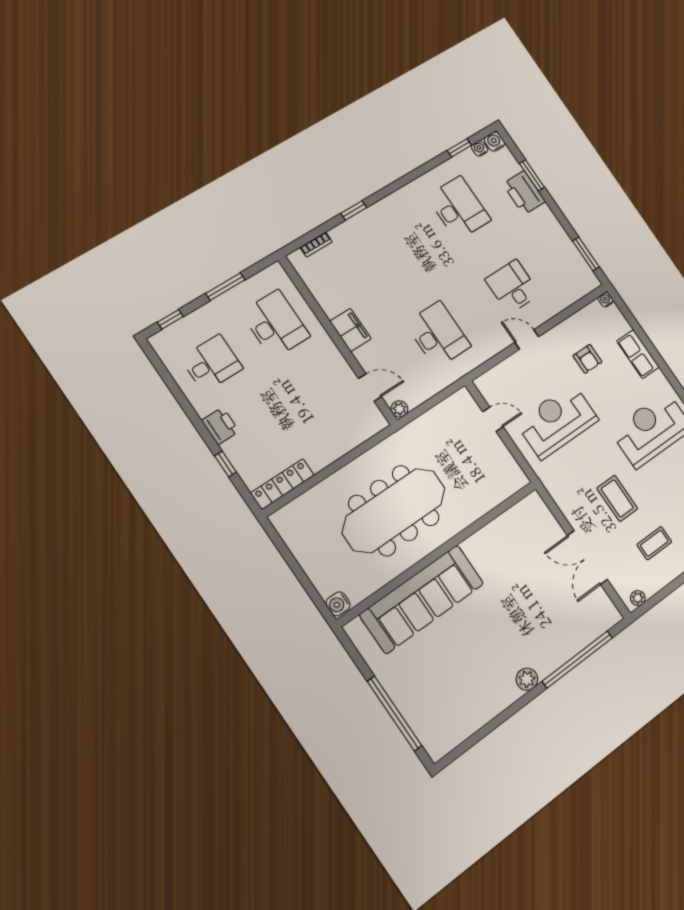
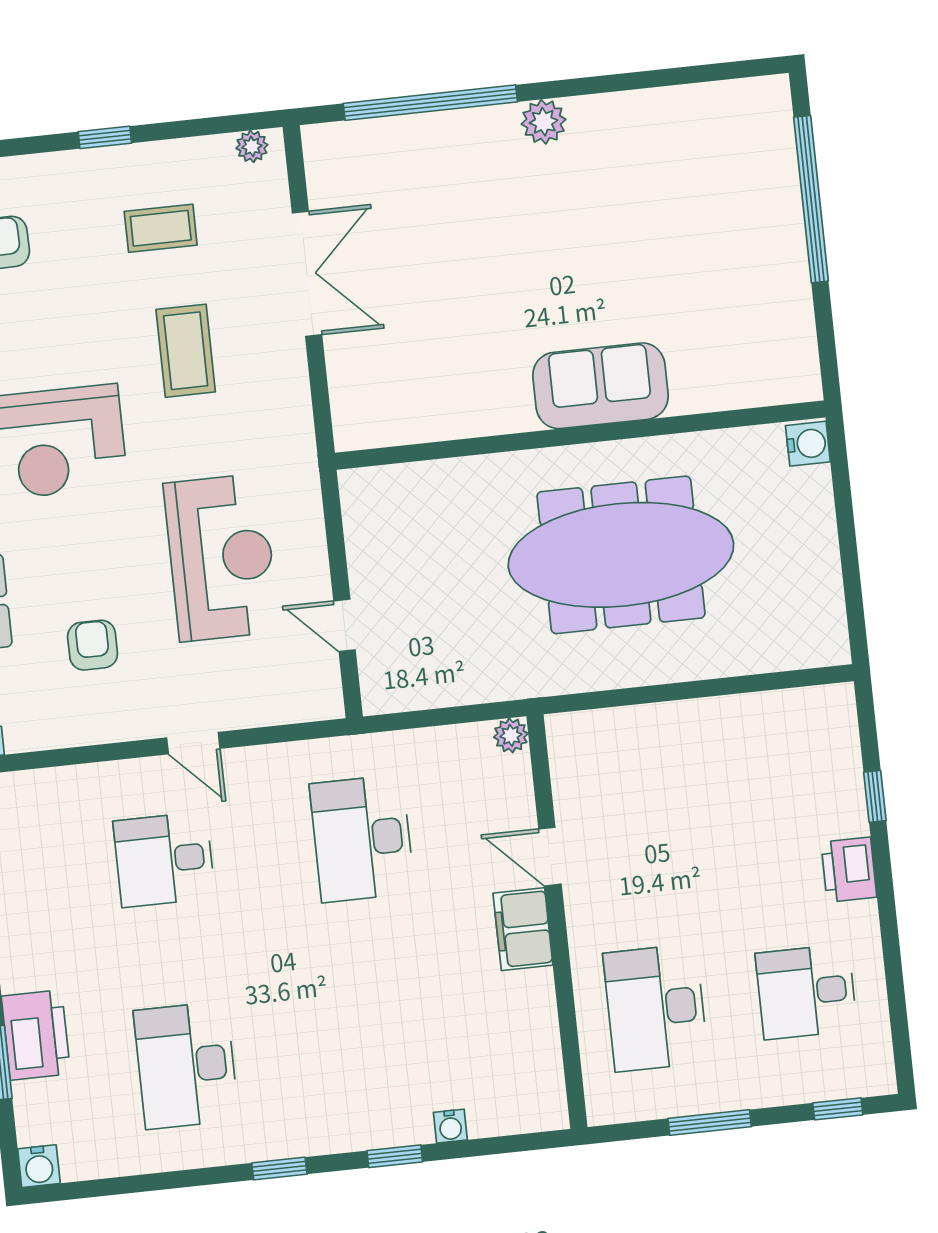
window: (459, 148) -> (279, 1169), moved
water cooler: (480, 148) -> (450, 1126), moved
bookcase: (316, 245) -> (502, 1123), removed
desk: (513, 287) -> (164, 860), turned 90
door: (370, 387) -> (550, 857), moved
reception desk: (557, 421) -> (221, 558), turned -90
locker: (282, 484) -> (794, 708), removed
sofa: (422, 599) -> (600, 386), width x0.54, depth x0.79

